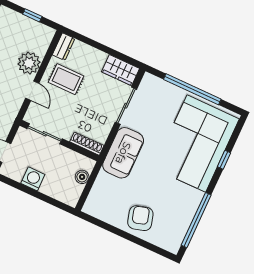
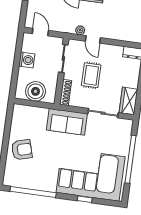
plant: (29, 63) -> (80, 30), moved, width x0.53, depth x0.53
rug: (66, 79) -> (91, 75), moved
door: (32, 91) -> (93, 39), hinge flipped
boiler: (82, 177) -> (36, 91), width x1.86, depth x1.86

